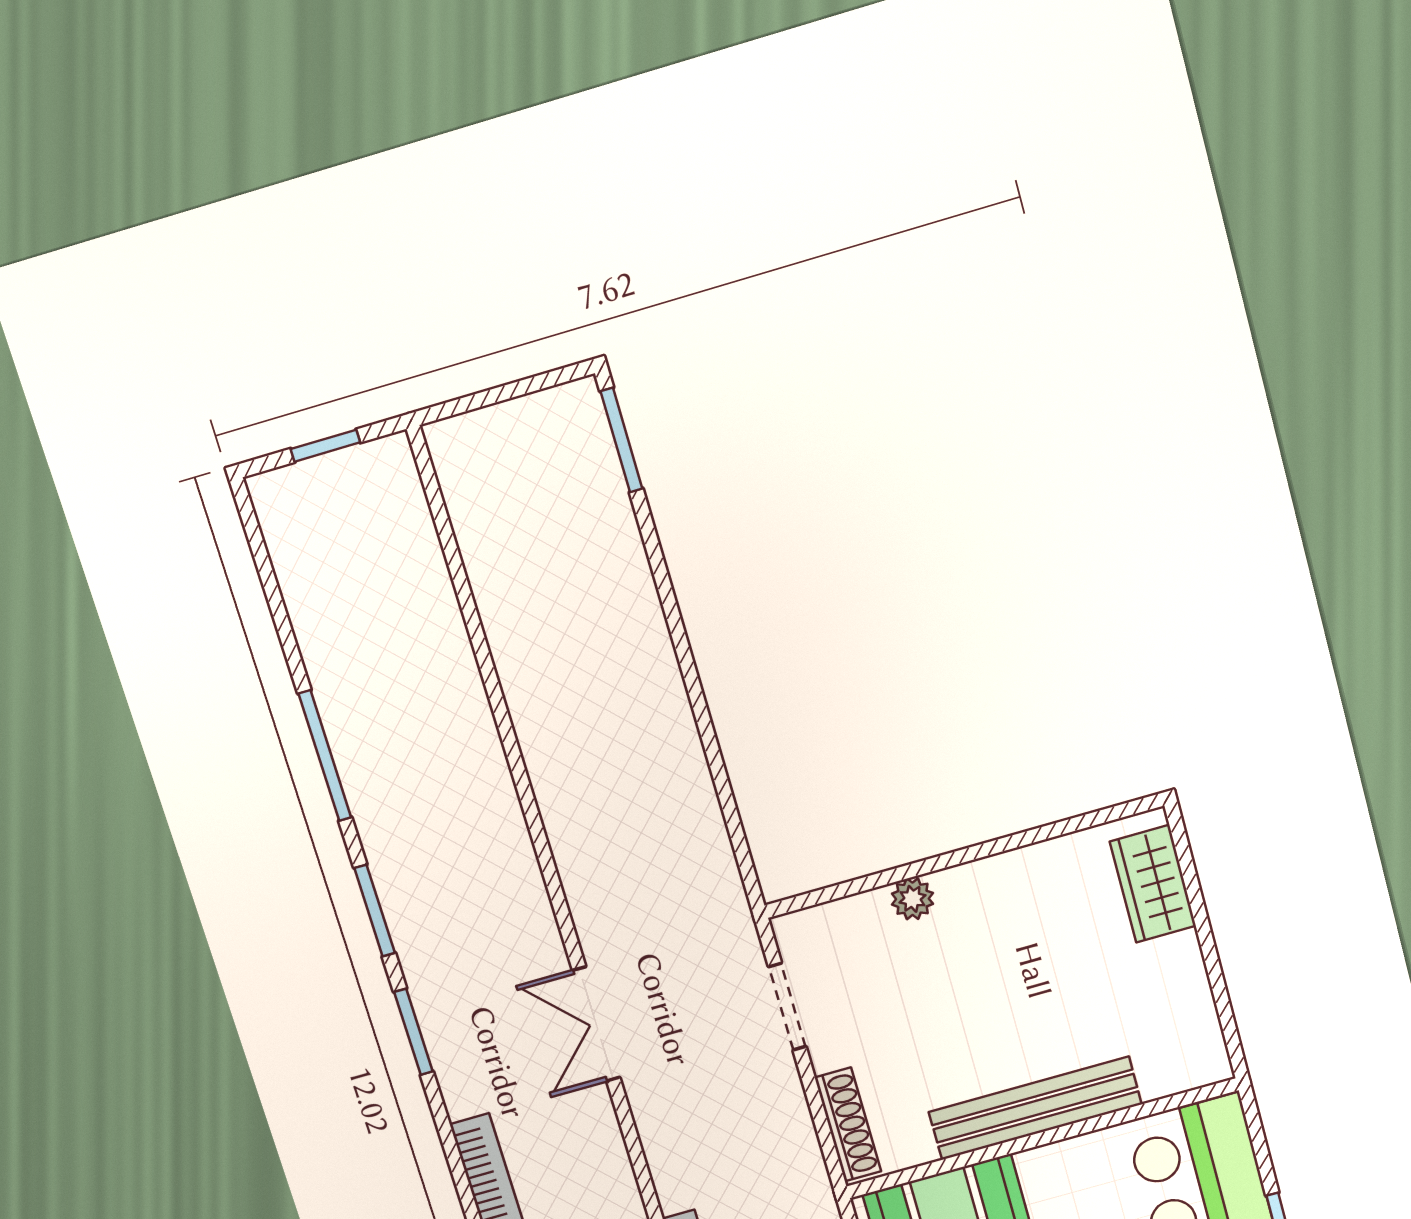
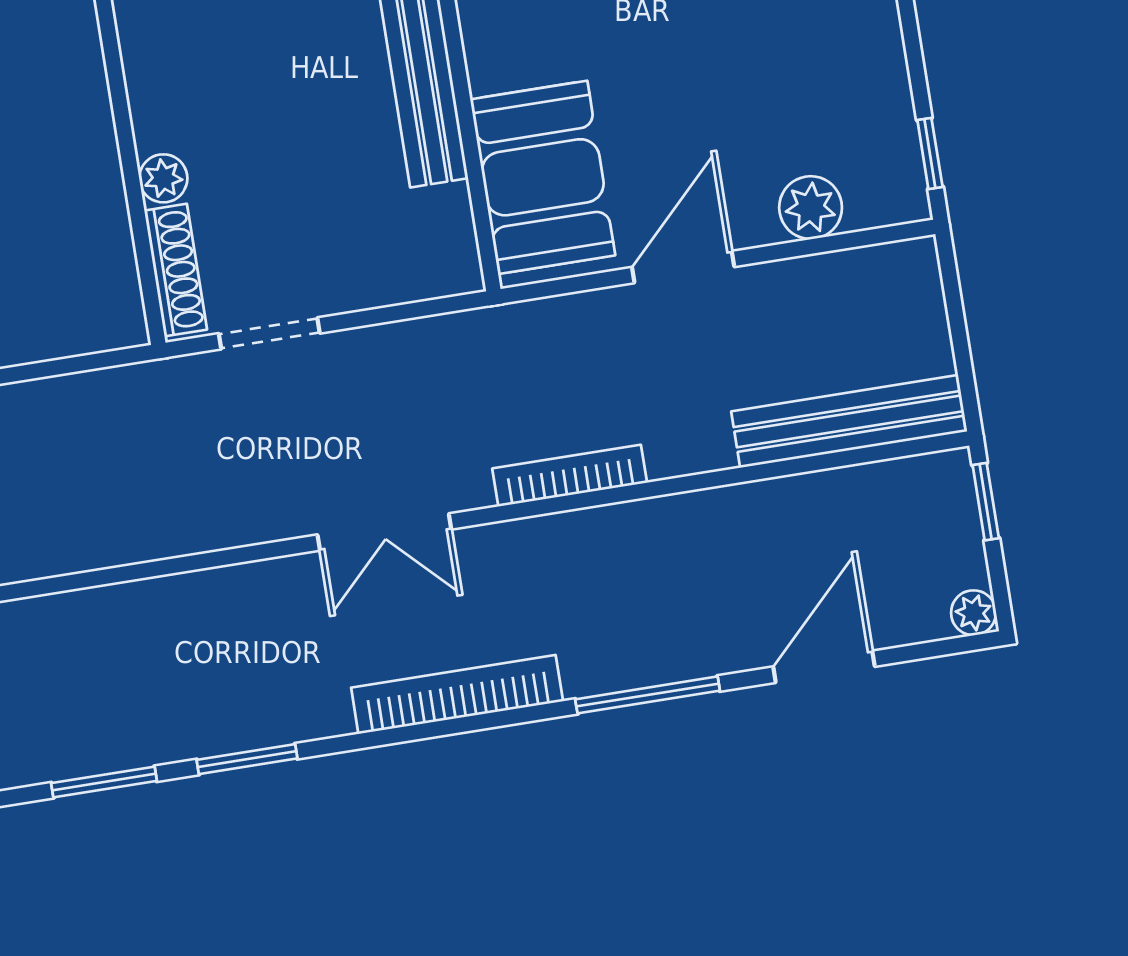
double door: (596, 1024) -> (384, 532), moved
shoe rack: (848, 1125) -> (176, 270), moved, turned 90

